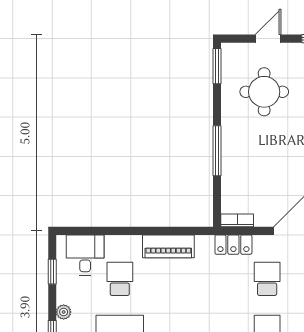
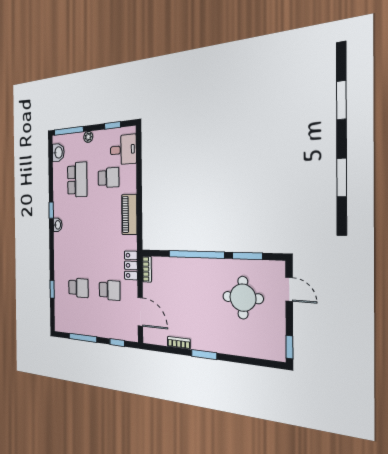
door: (268, 39) -> (289, 289), moved
window: (217, 66) -> (247, 256), moved
window: (217, 151) -> (196, 254), width x1.46

